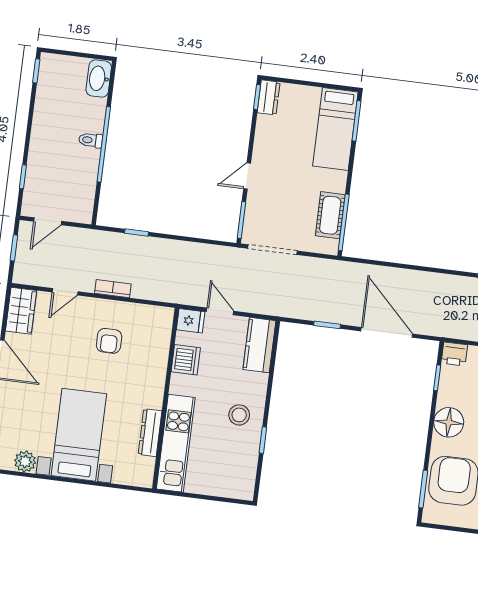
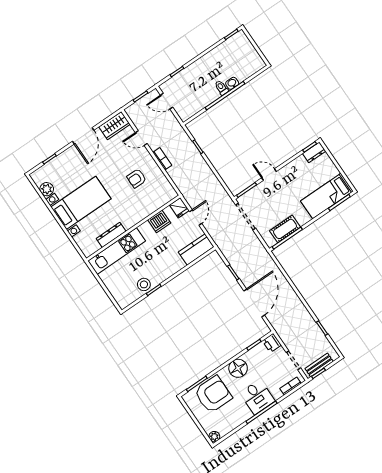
washbasin: (99, 79) -> (232, 83), moved, width x0.52, depth x0.69
stool: (239, 415) -> (144, 284), moved

